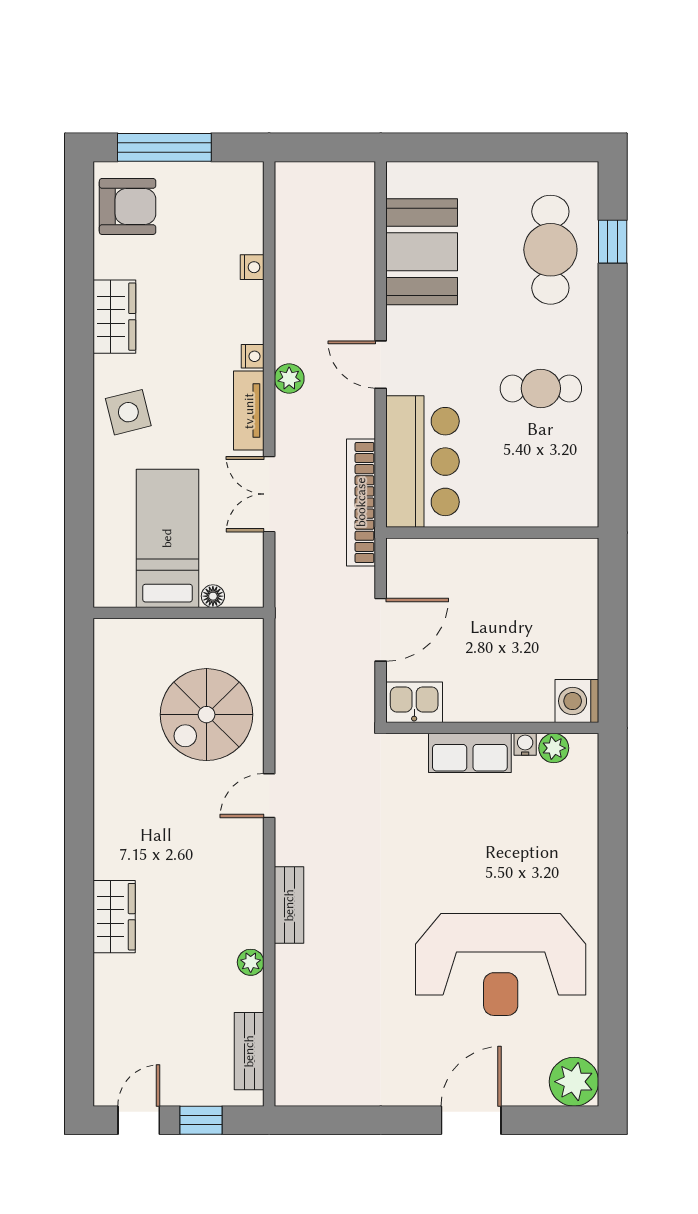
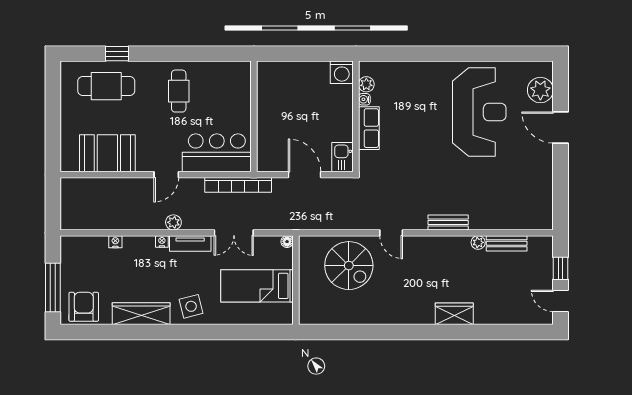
window: (613, 242) -> (117, 54), moved
wardrobe: (114, 317) -> (141, 314), width x1.50
floor lamp: (213, 596) -> (287, 242), moved
bench: (249, 1051) -> (507, 243), moved
plant: (574, 1082) -> (540, 90), moved

